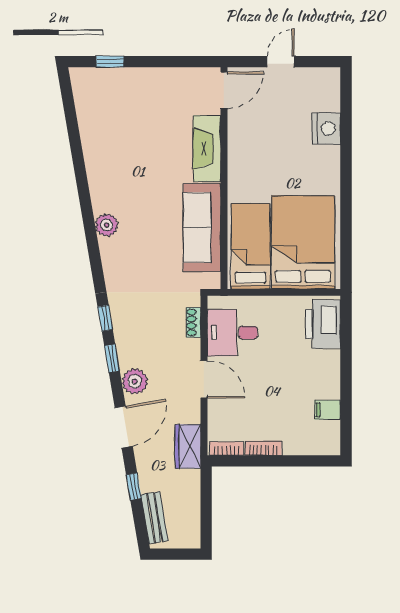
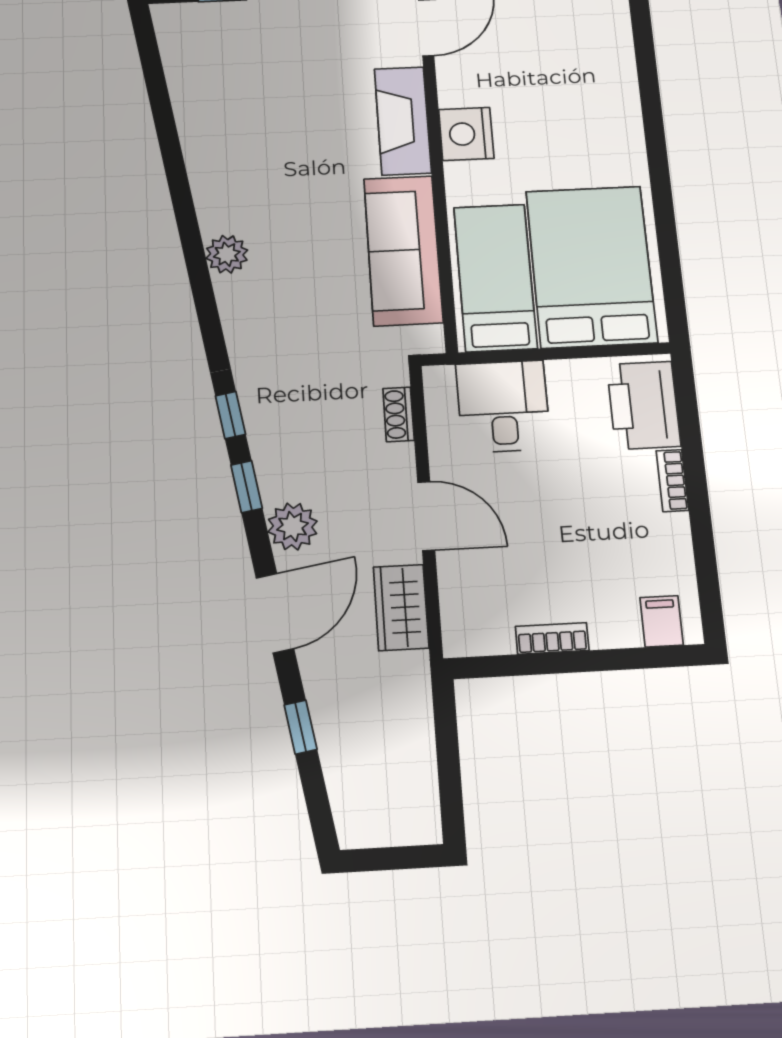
nightstand: (326, 129) -> (466, 134), moved, turned 180
desk: (232, 333) -> (503, 406), moved, turned 90
filing cabinet: (327, 410) -> (662, 621), moved, turned 90
wardrobe: (188, 446) -> (401, 607), moved
bookcase: (227, 449) -> (672, 481), moved, turned -90
bench: (154, 518) -> (345, 787), removed

